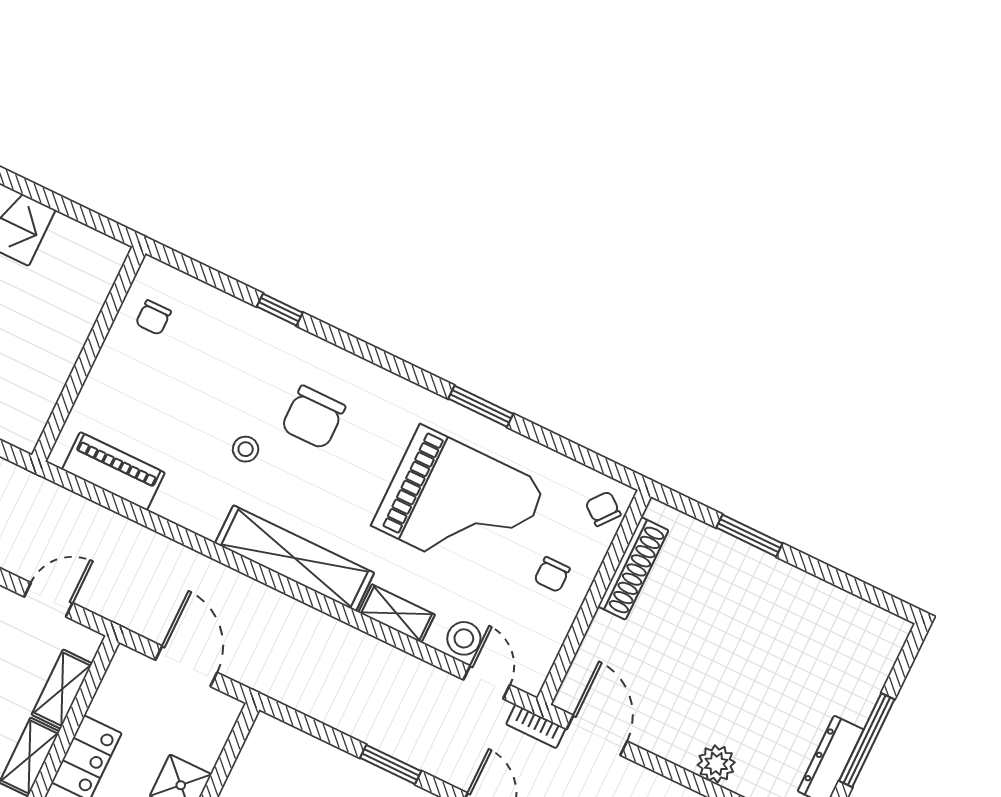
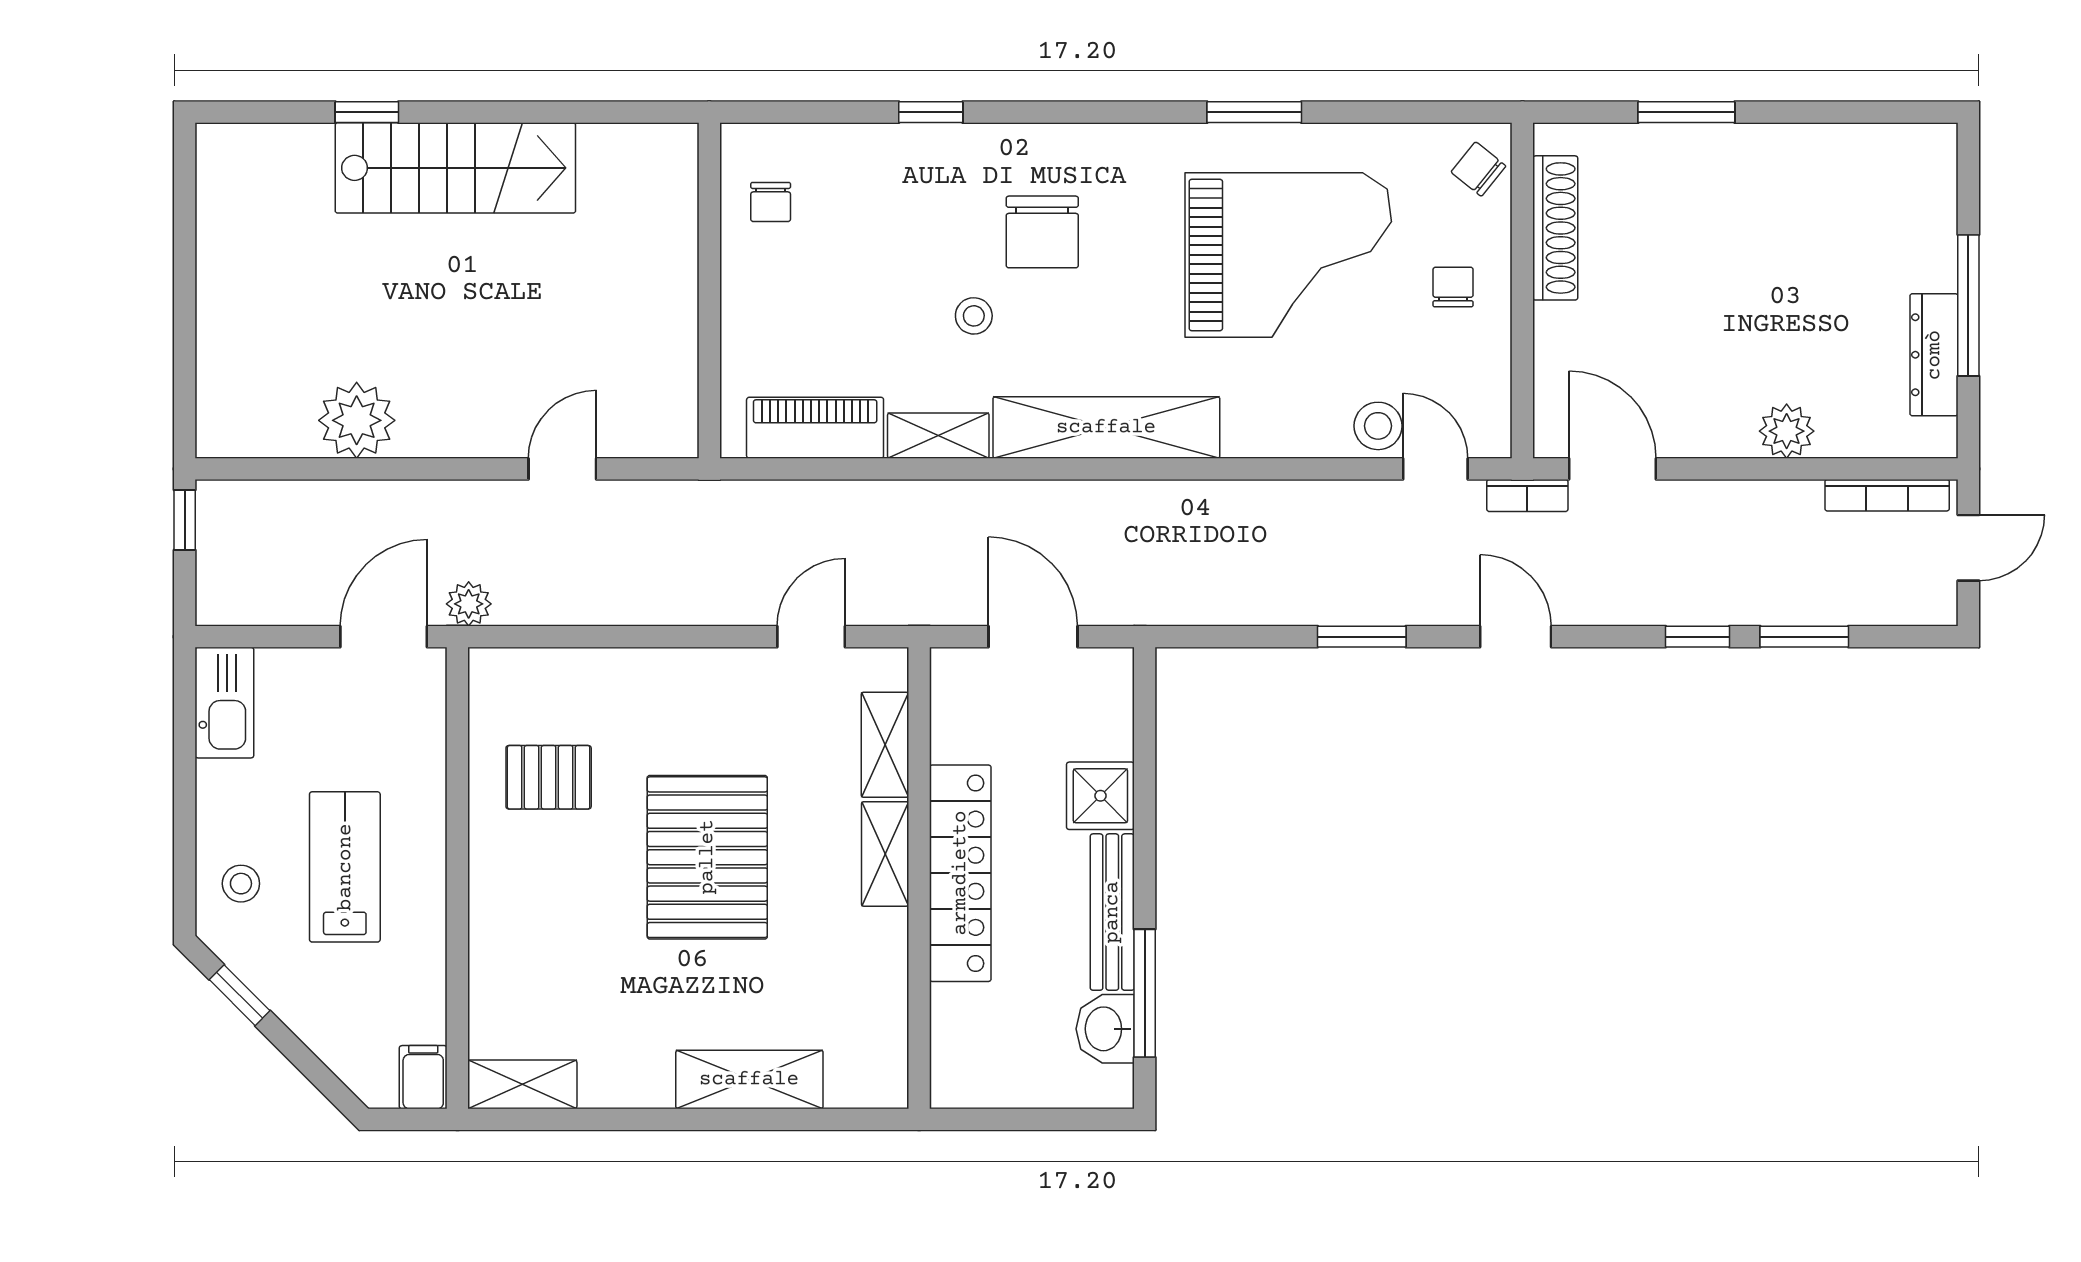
chair: (552, 575) -> (1453, 287), turned 180
shelving: (397, 613) -> (938, 436), moved

